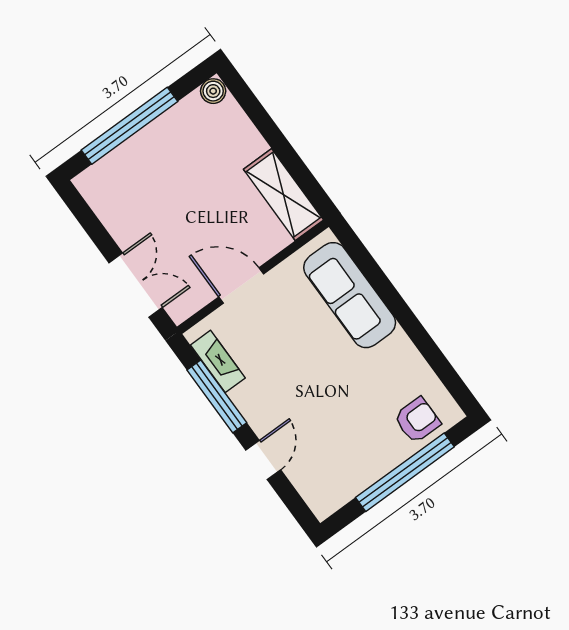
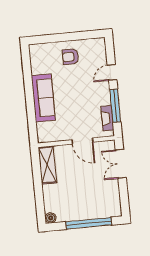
sofa: (350, 295) -> (43, 98), moved
armchair: (417, 420) -> (70, 57), moved
window: (405, 472) -> (63, 37), removed

